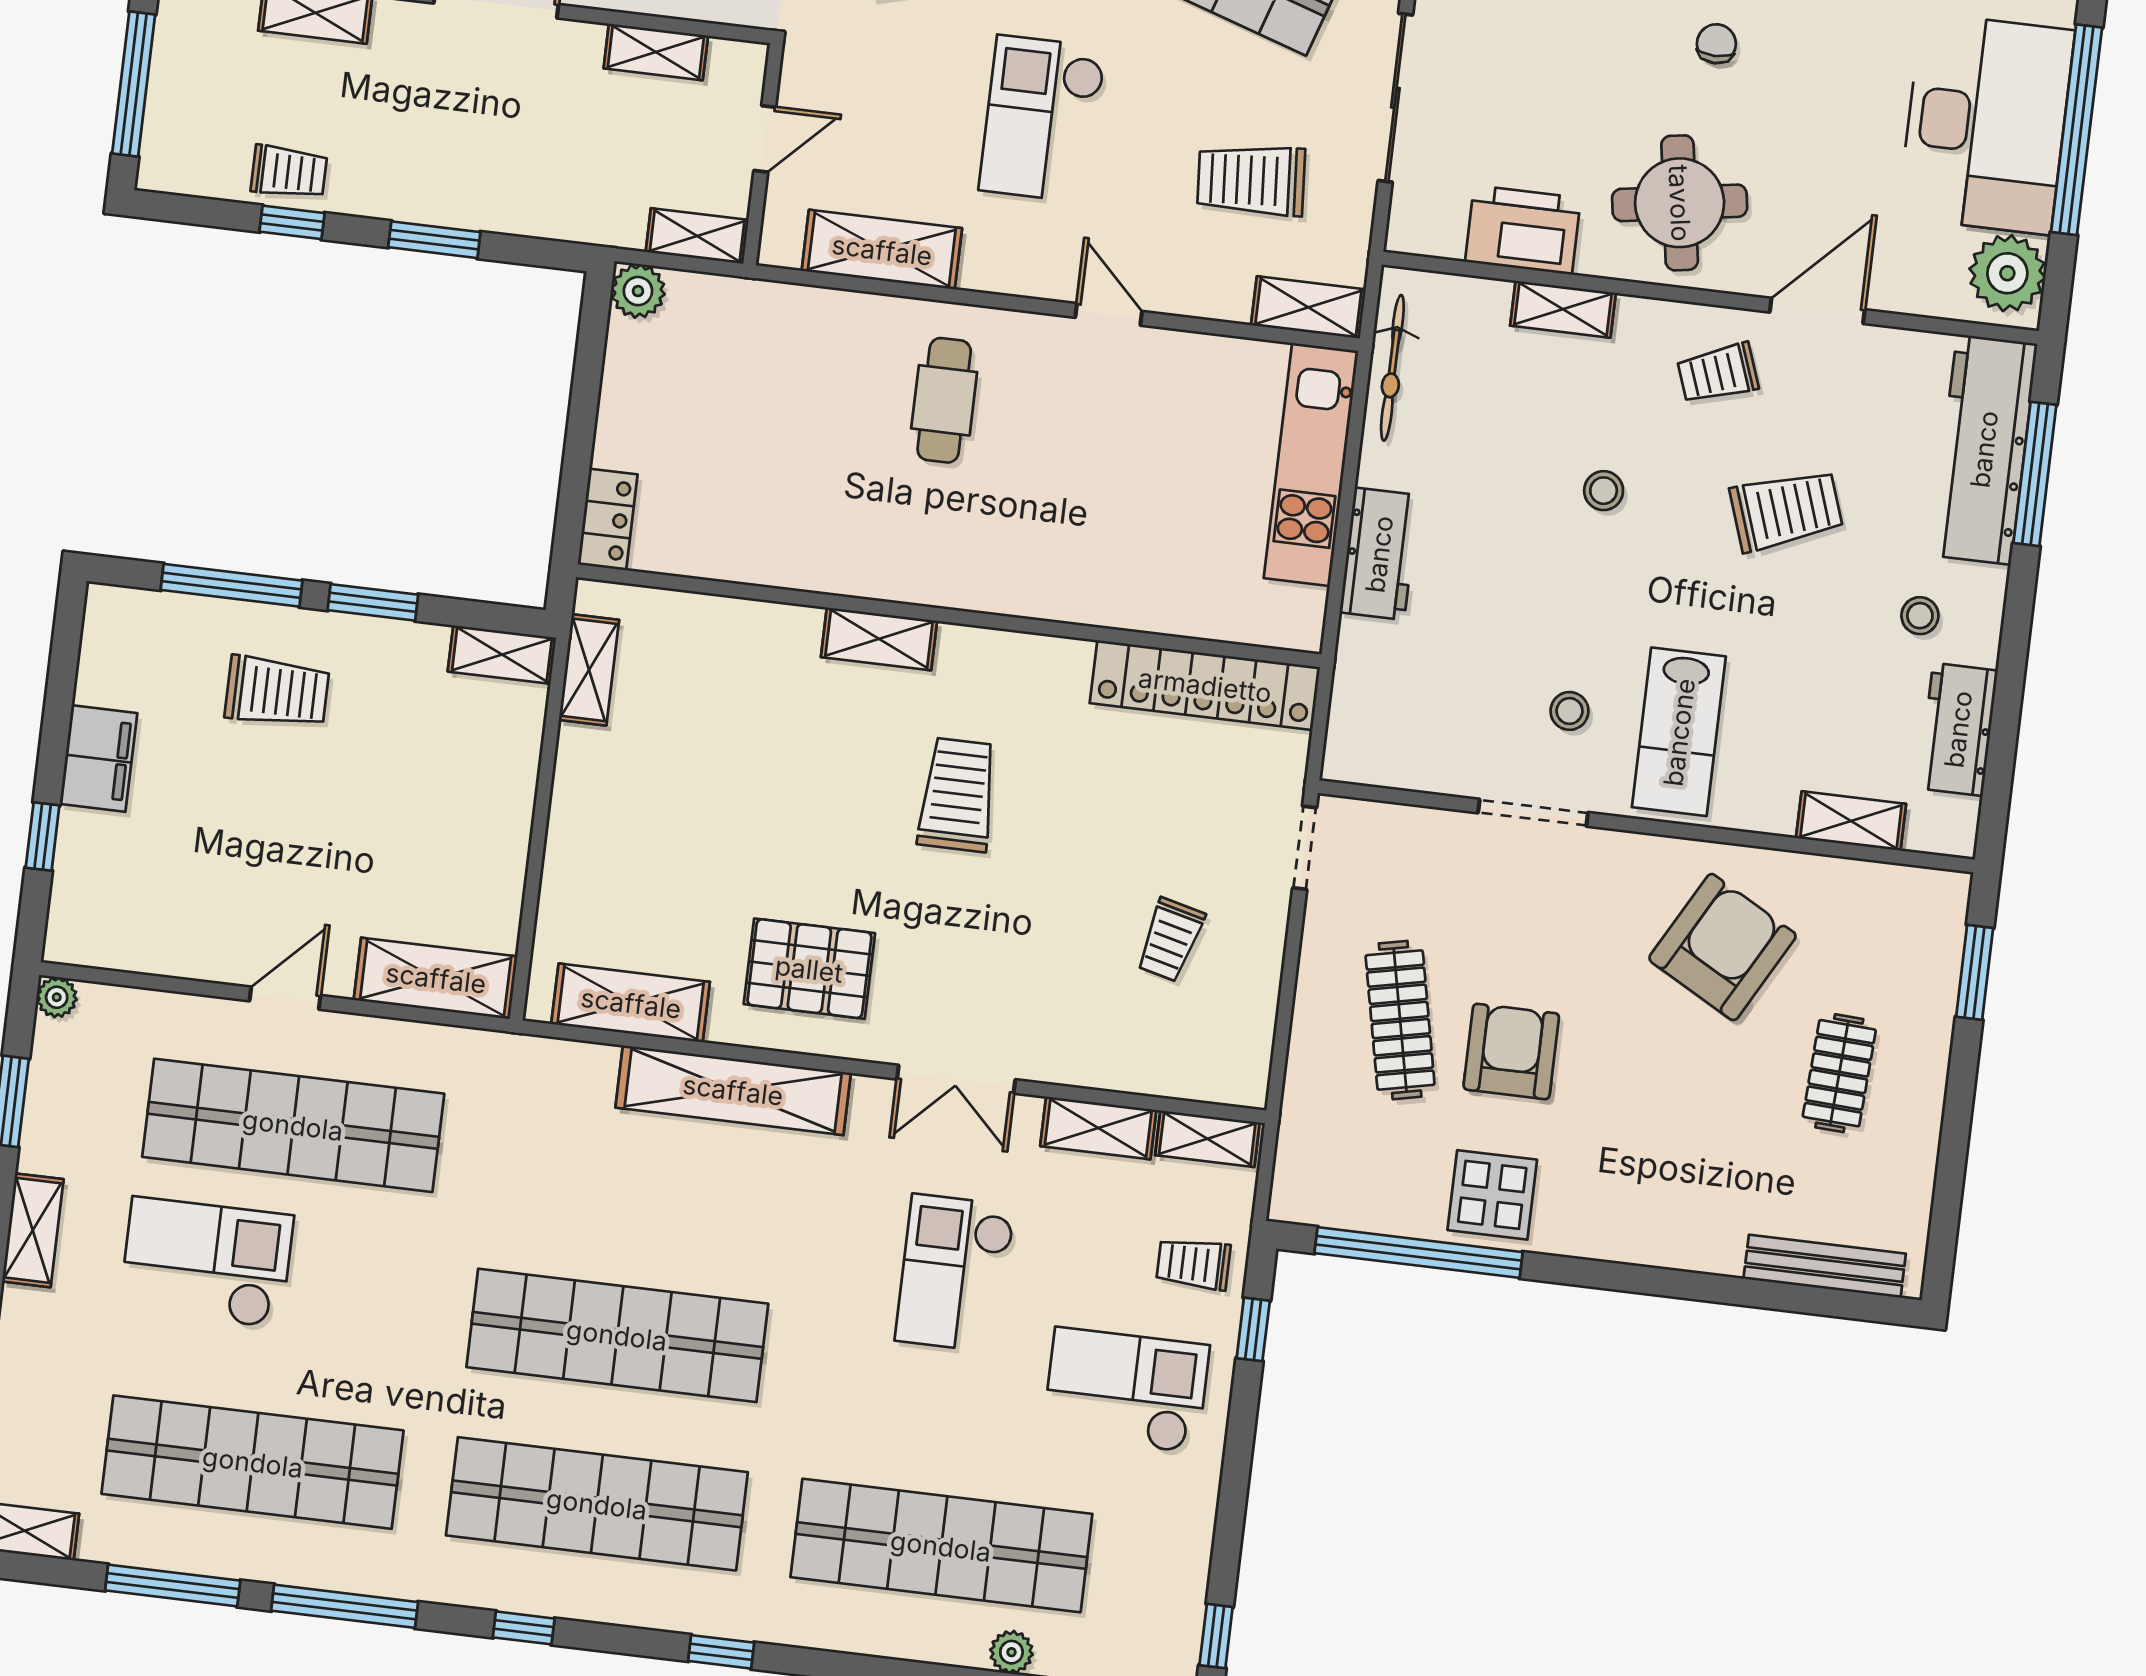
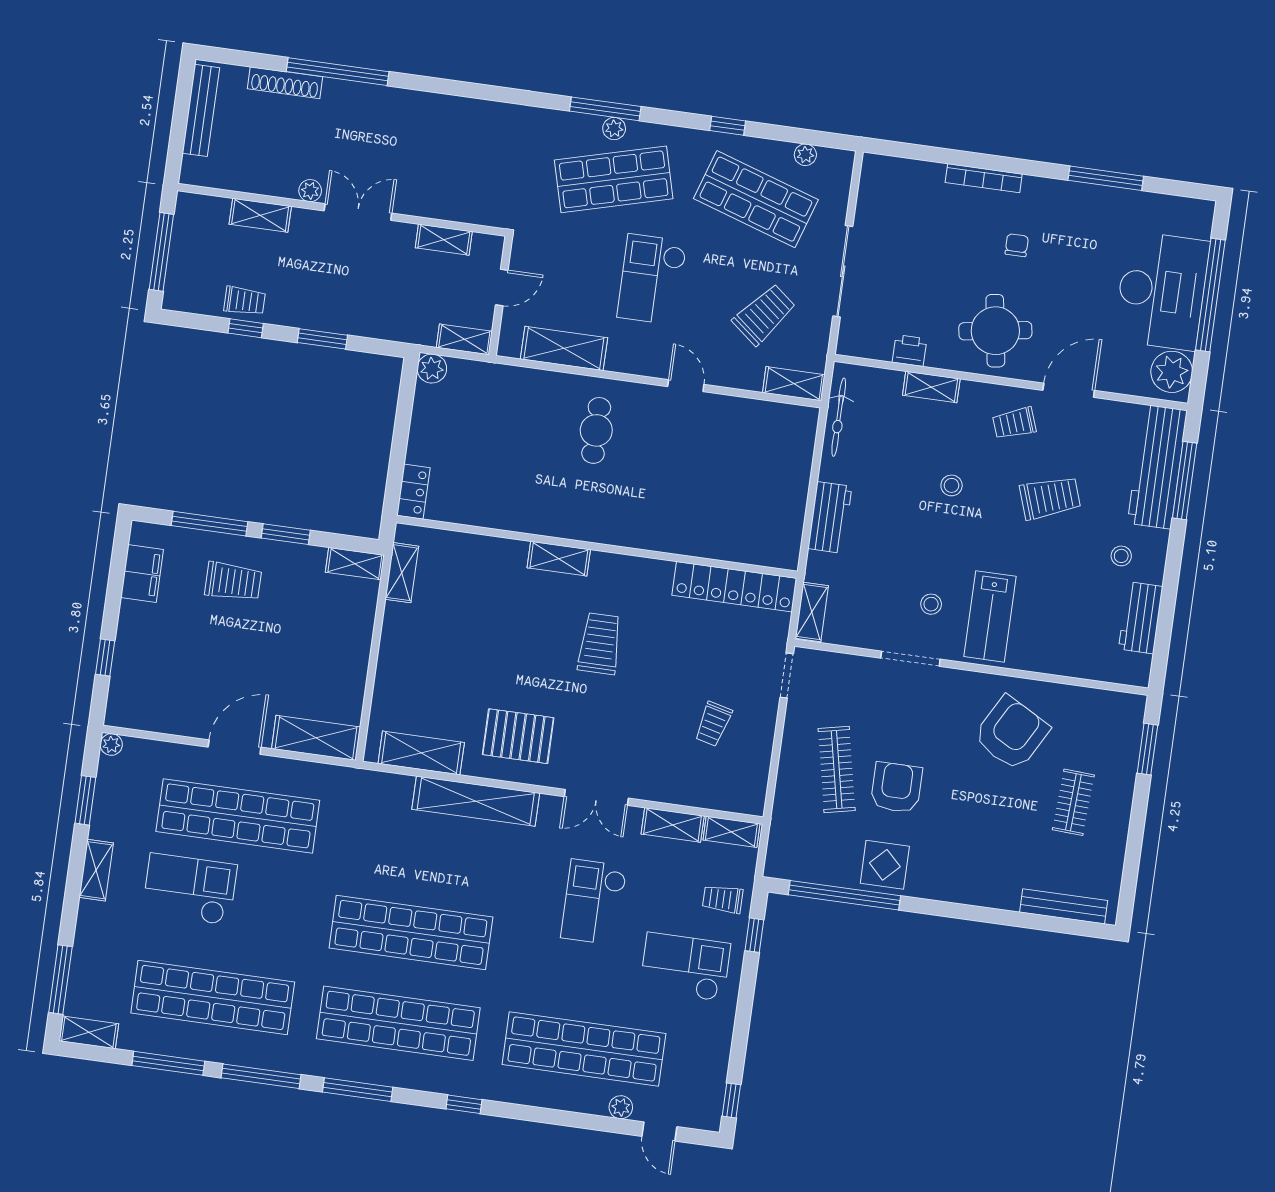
trolley: (1251, 180) -> (764, 314), turned 133
printer: (1523, 230) -> (910, 351), width x0.53, depth x0.68
kitchen unit: (1311, 465) -> (794, 469), removed
filing cabinet: (99, 759) -> (142, 573), moved
shelving: (1851, 821) -> (812, 612), moved, turned 90
door: (285, 998) -> (235, 747), width x1.38
window: (524, 1628) -> (358, 1090), width x2.17

